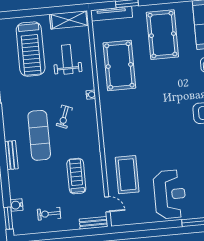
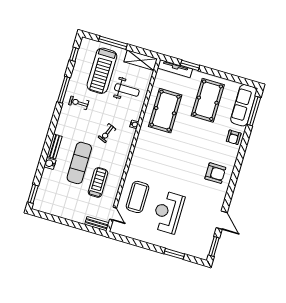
window: (30, 13) -> (113, 43), added
weight bench: (67, 59) -> (127, 90), turned 90
exercise mat: (39, 135) -> (79, 163), moved
reception desk: (170, 194) -> (168, 212), moved, turned 180
water cooler: (16, 205) -> (50, 163), moved
exercise bike: (49, 214) -> (79, 103), moved

